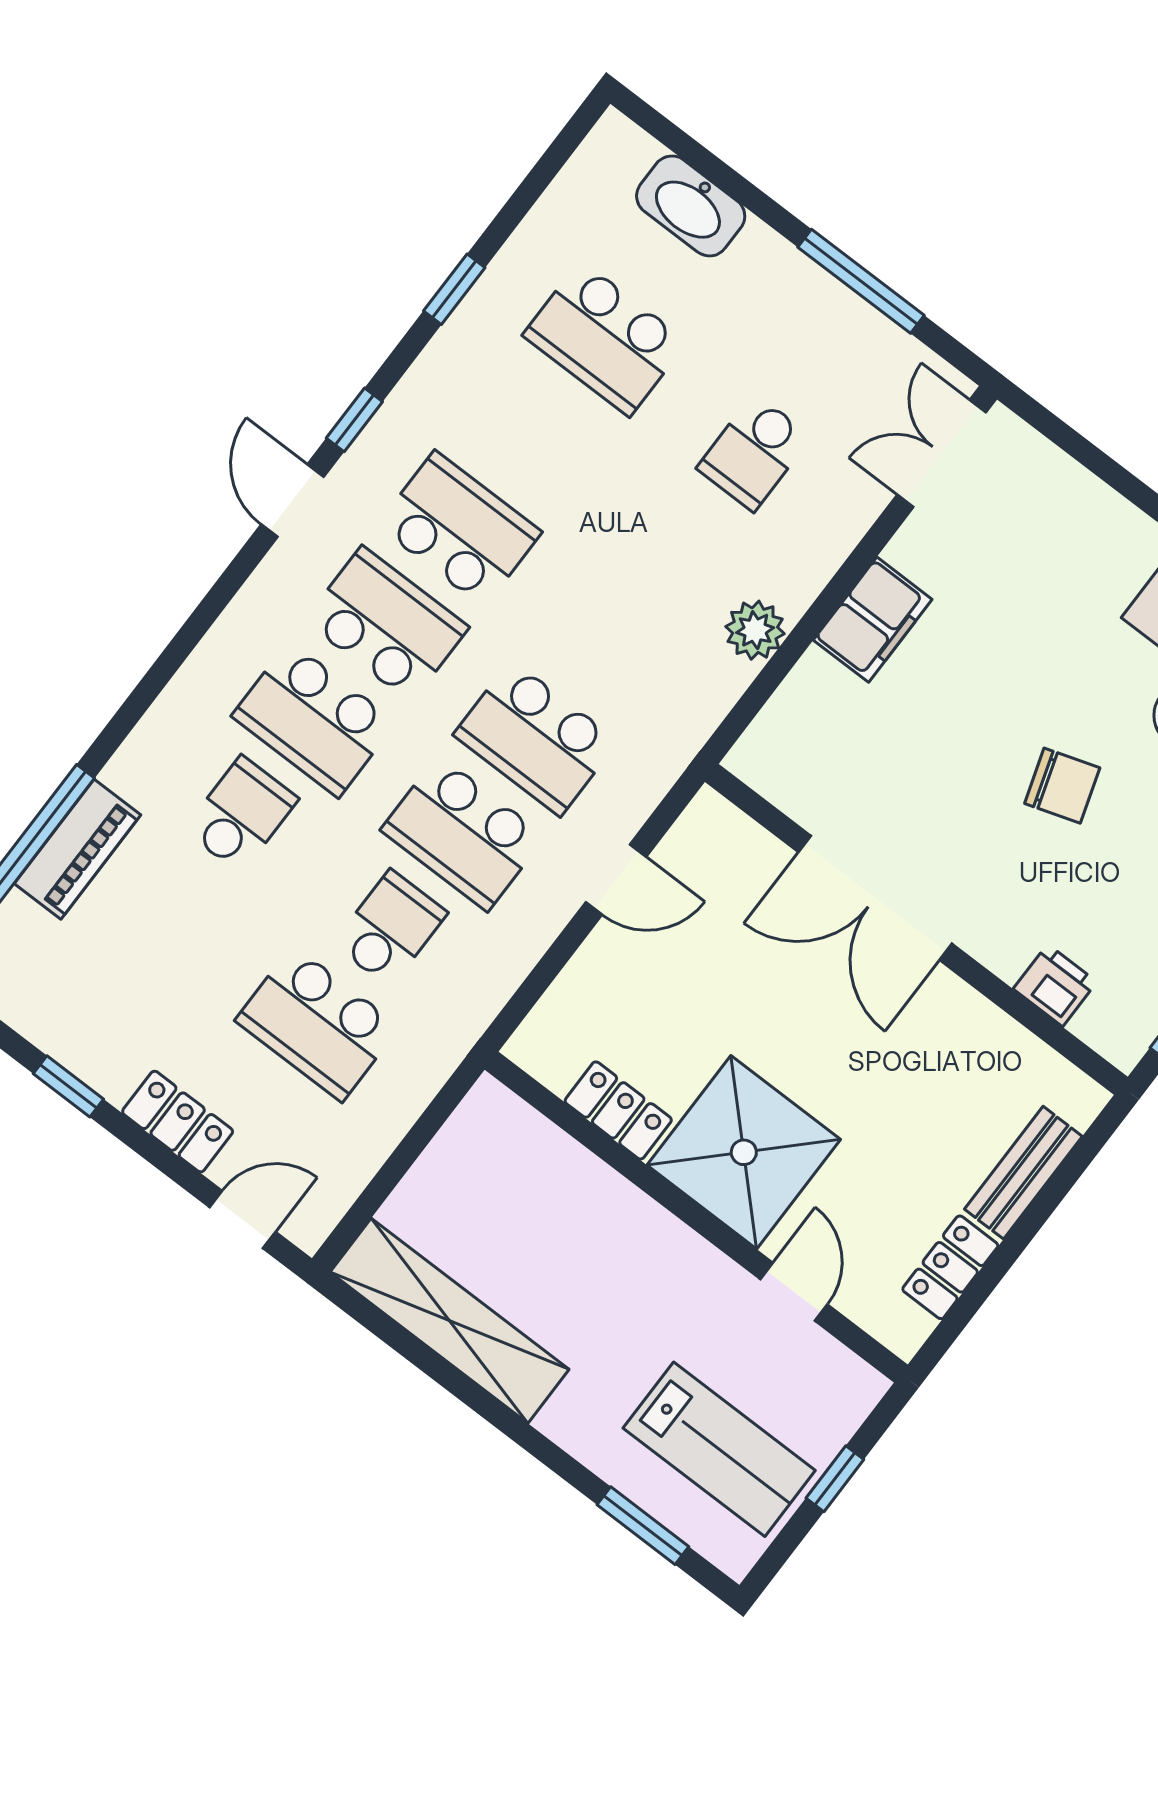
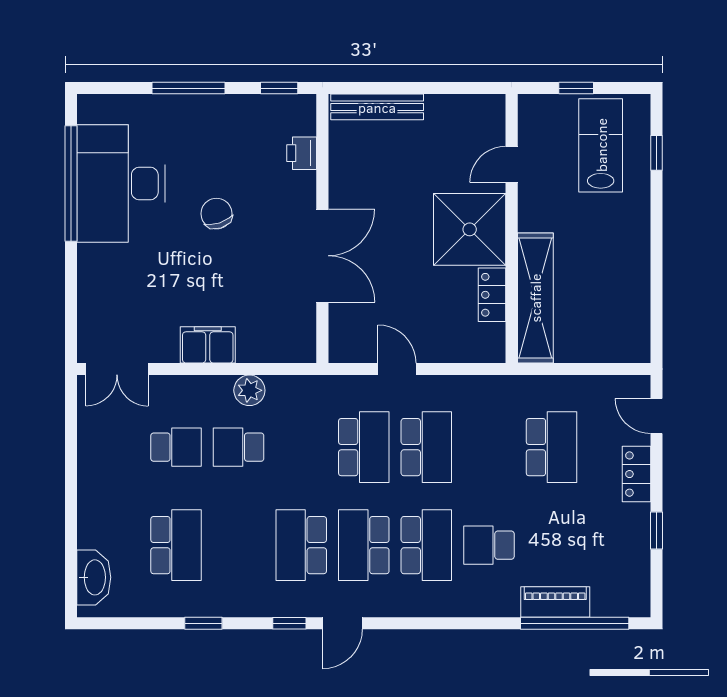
washbasin: (691, 206) -> (94, 577), moved
window: (861, 281) -> (71, 457), removed
school desk: (390, 928) -> (239, 447), moved
bench: (1023, 1173) -> (377, 107), width x1.36
locker: (950, 1267) -> (452, 107), removed
shelving: (450, 1321) -> (535, 298), moved
window: (643, 1526) -> (657, 153), width x0.67

